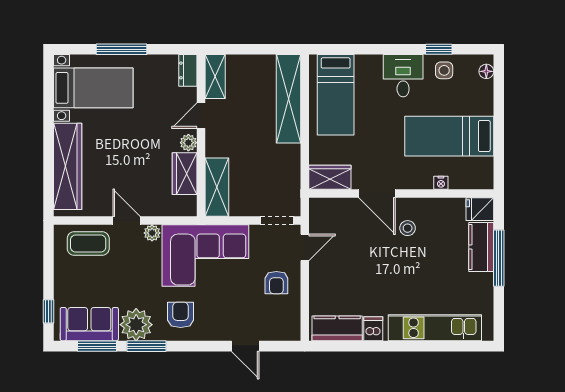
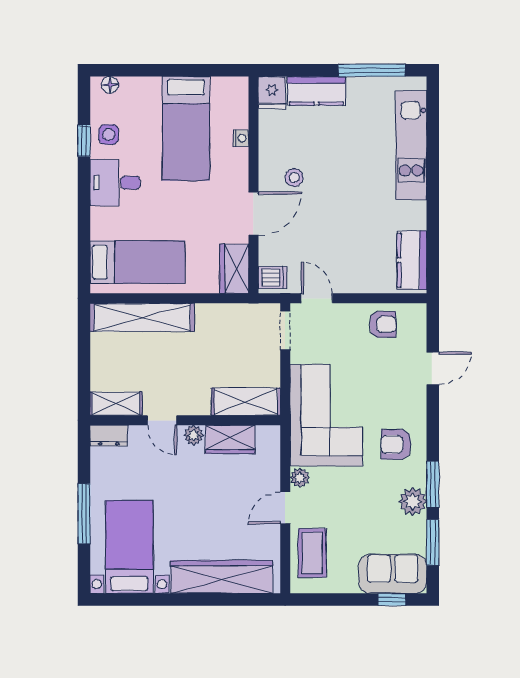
window: (499, 258) -> (372, 70), moved
armchair: (276, 283) -> (383, 324), moved
sofa: (89, 324) -> (393, 574), moved, turned 90
plant: (136, 325) -> (413, 502), width x0.73, depth x0.73
dishwasher: (373, 329) -> (273, 278), moved, turned 180

